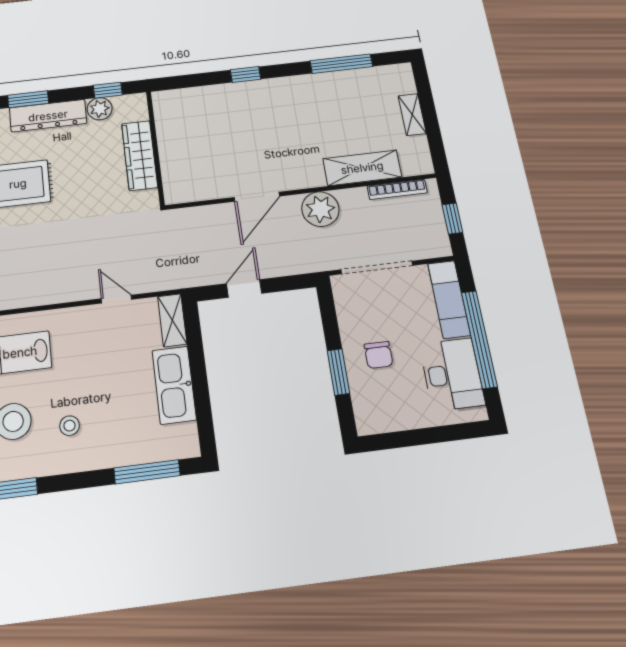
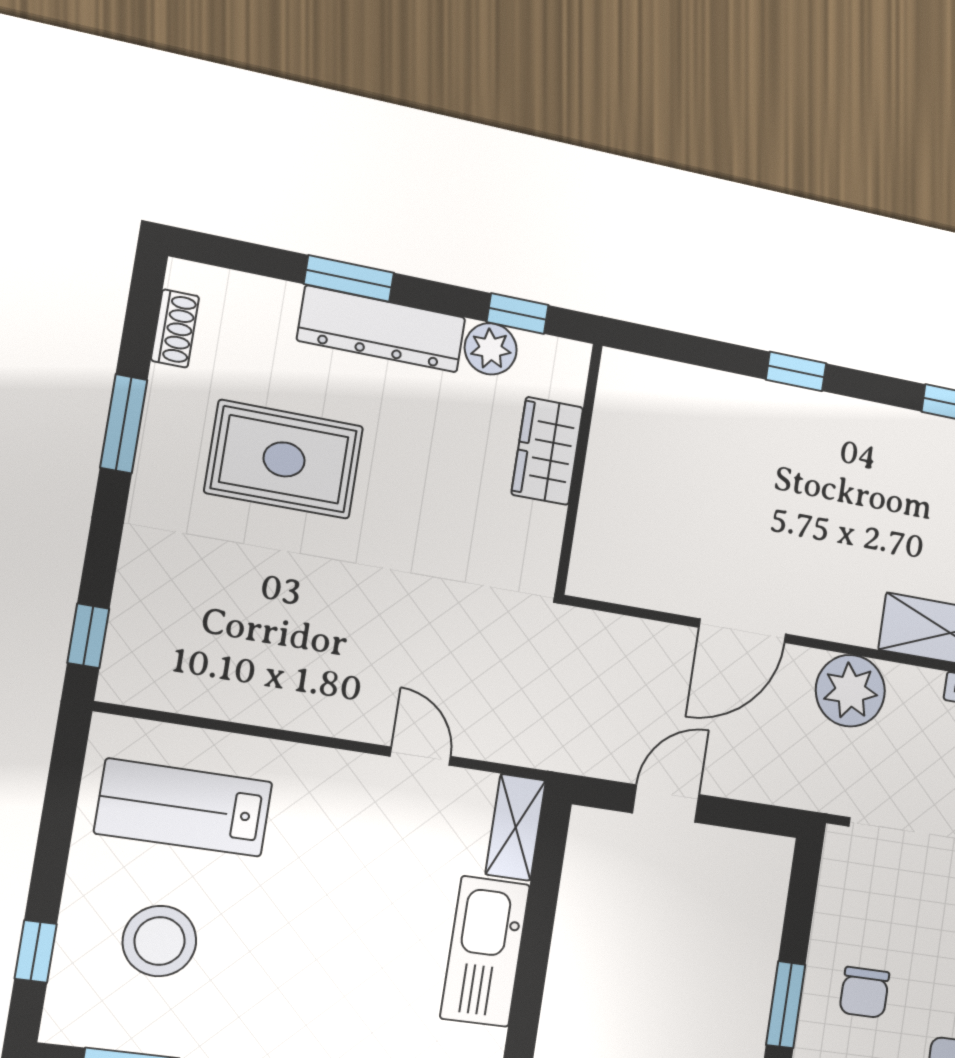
wardrobe: (140, 155) -> (547, 451), width x0.67
stool: (70, 426) -> (268, 977), removed

